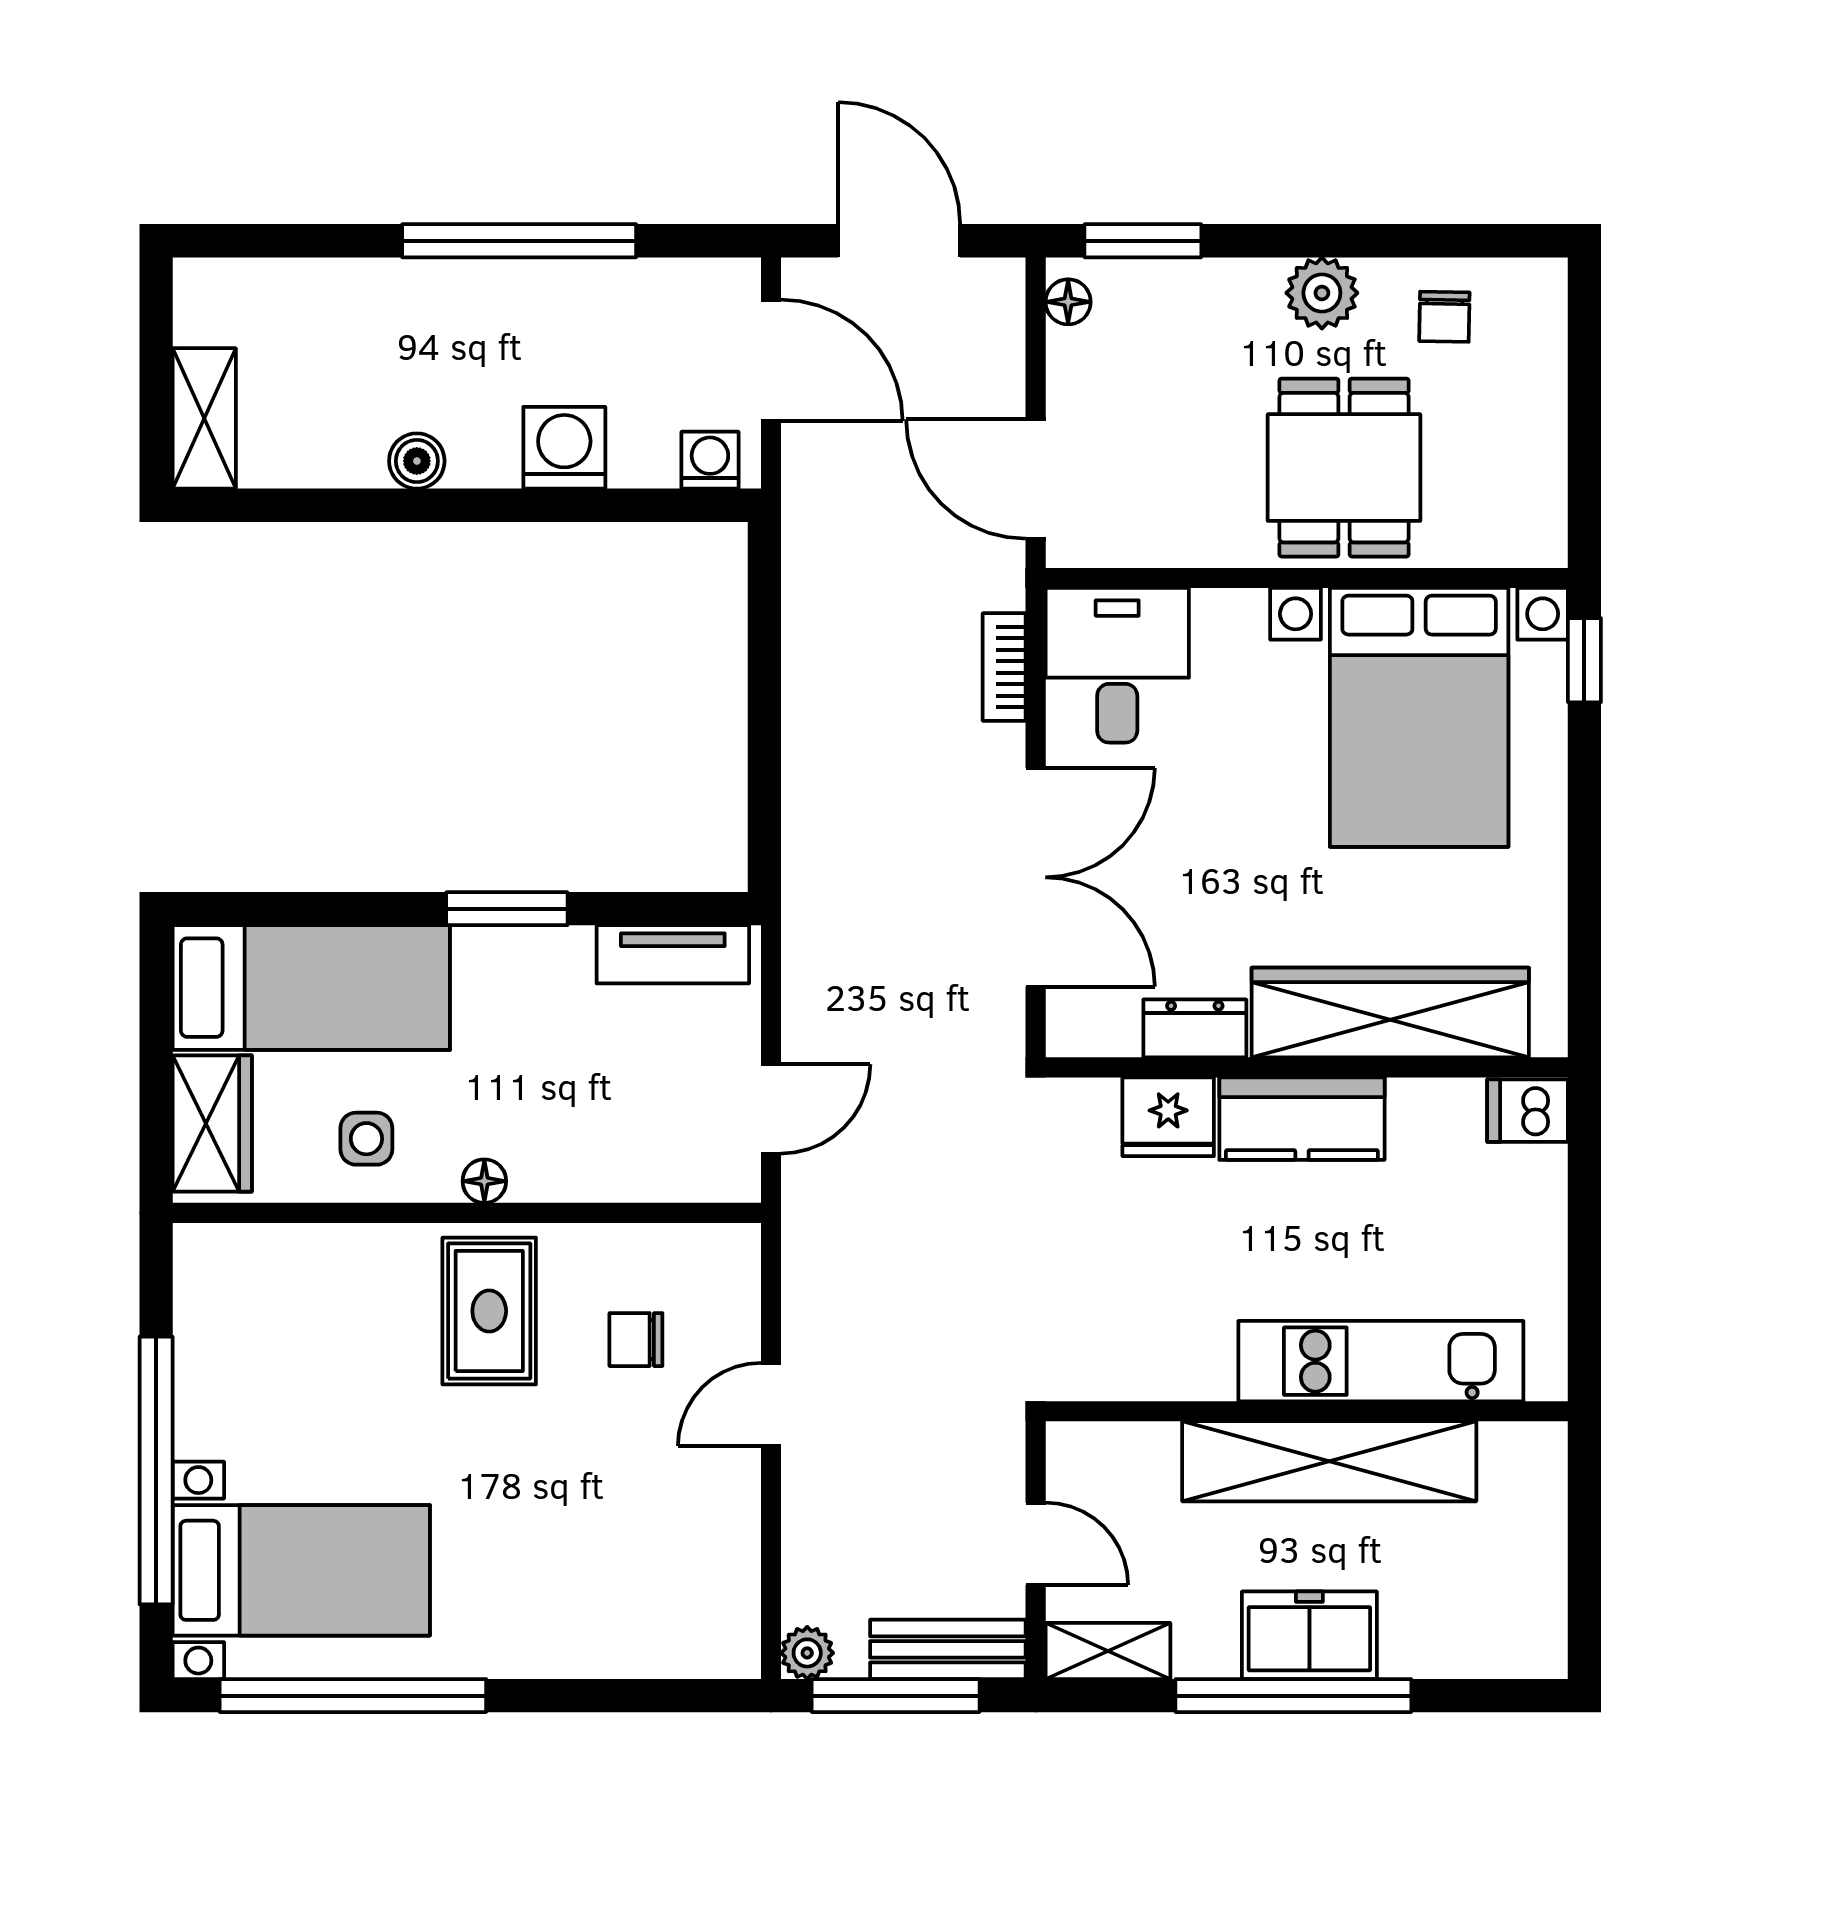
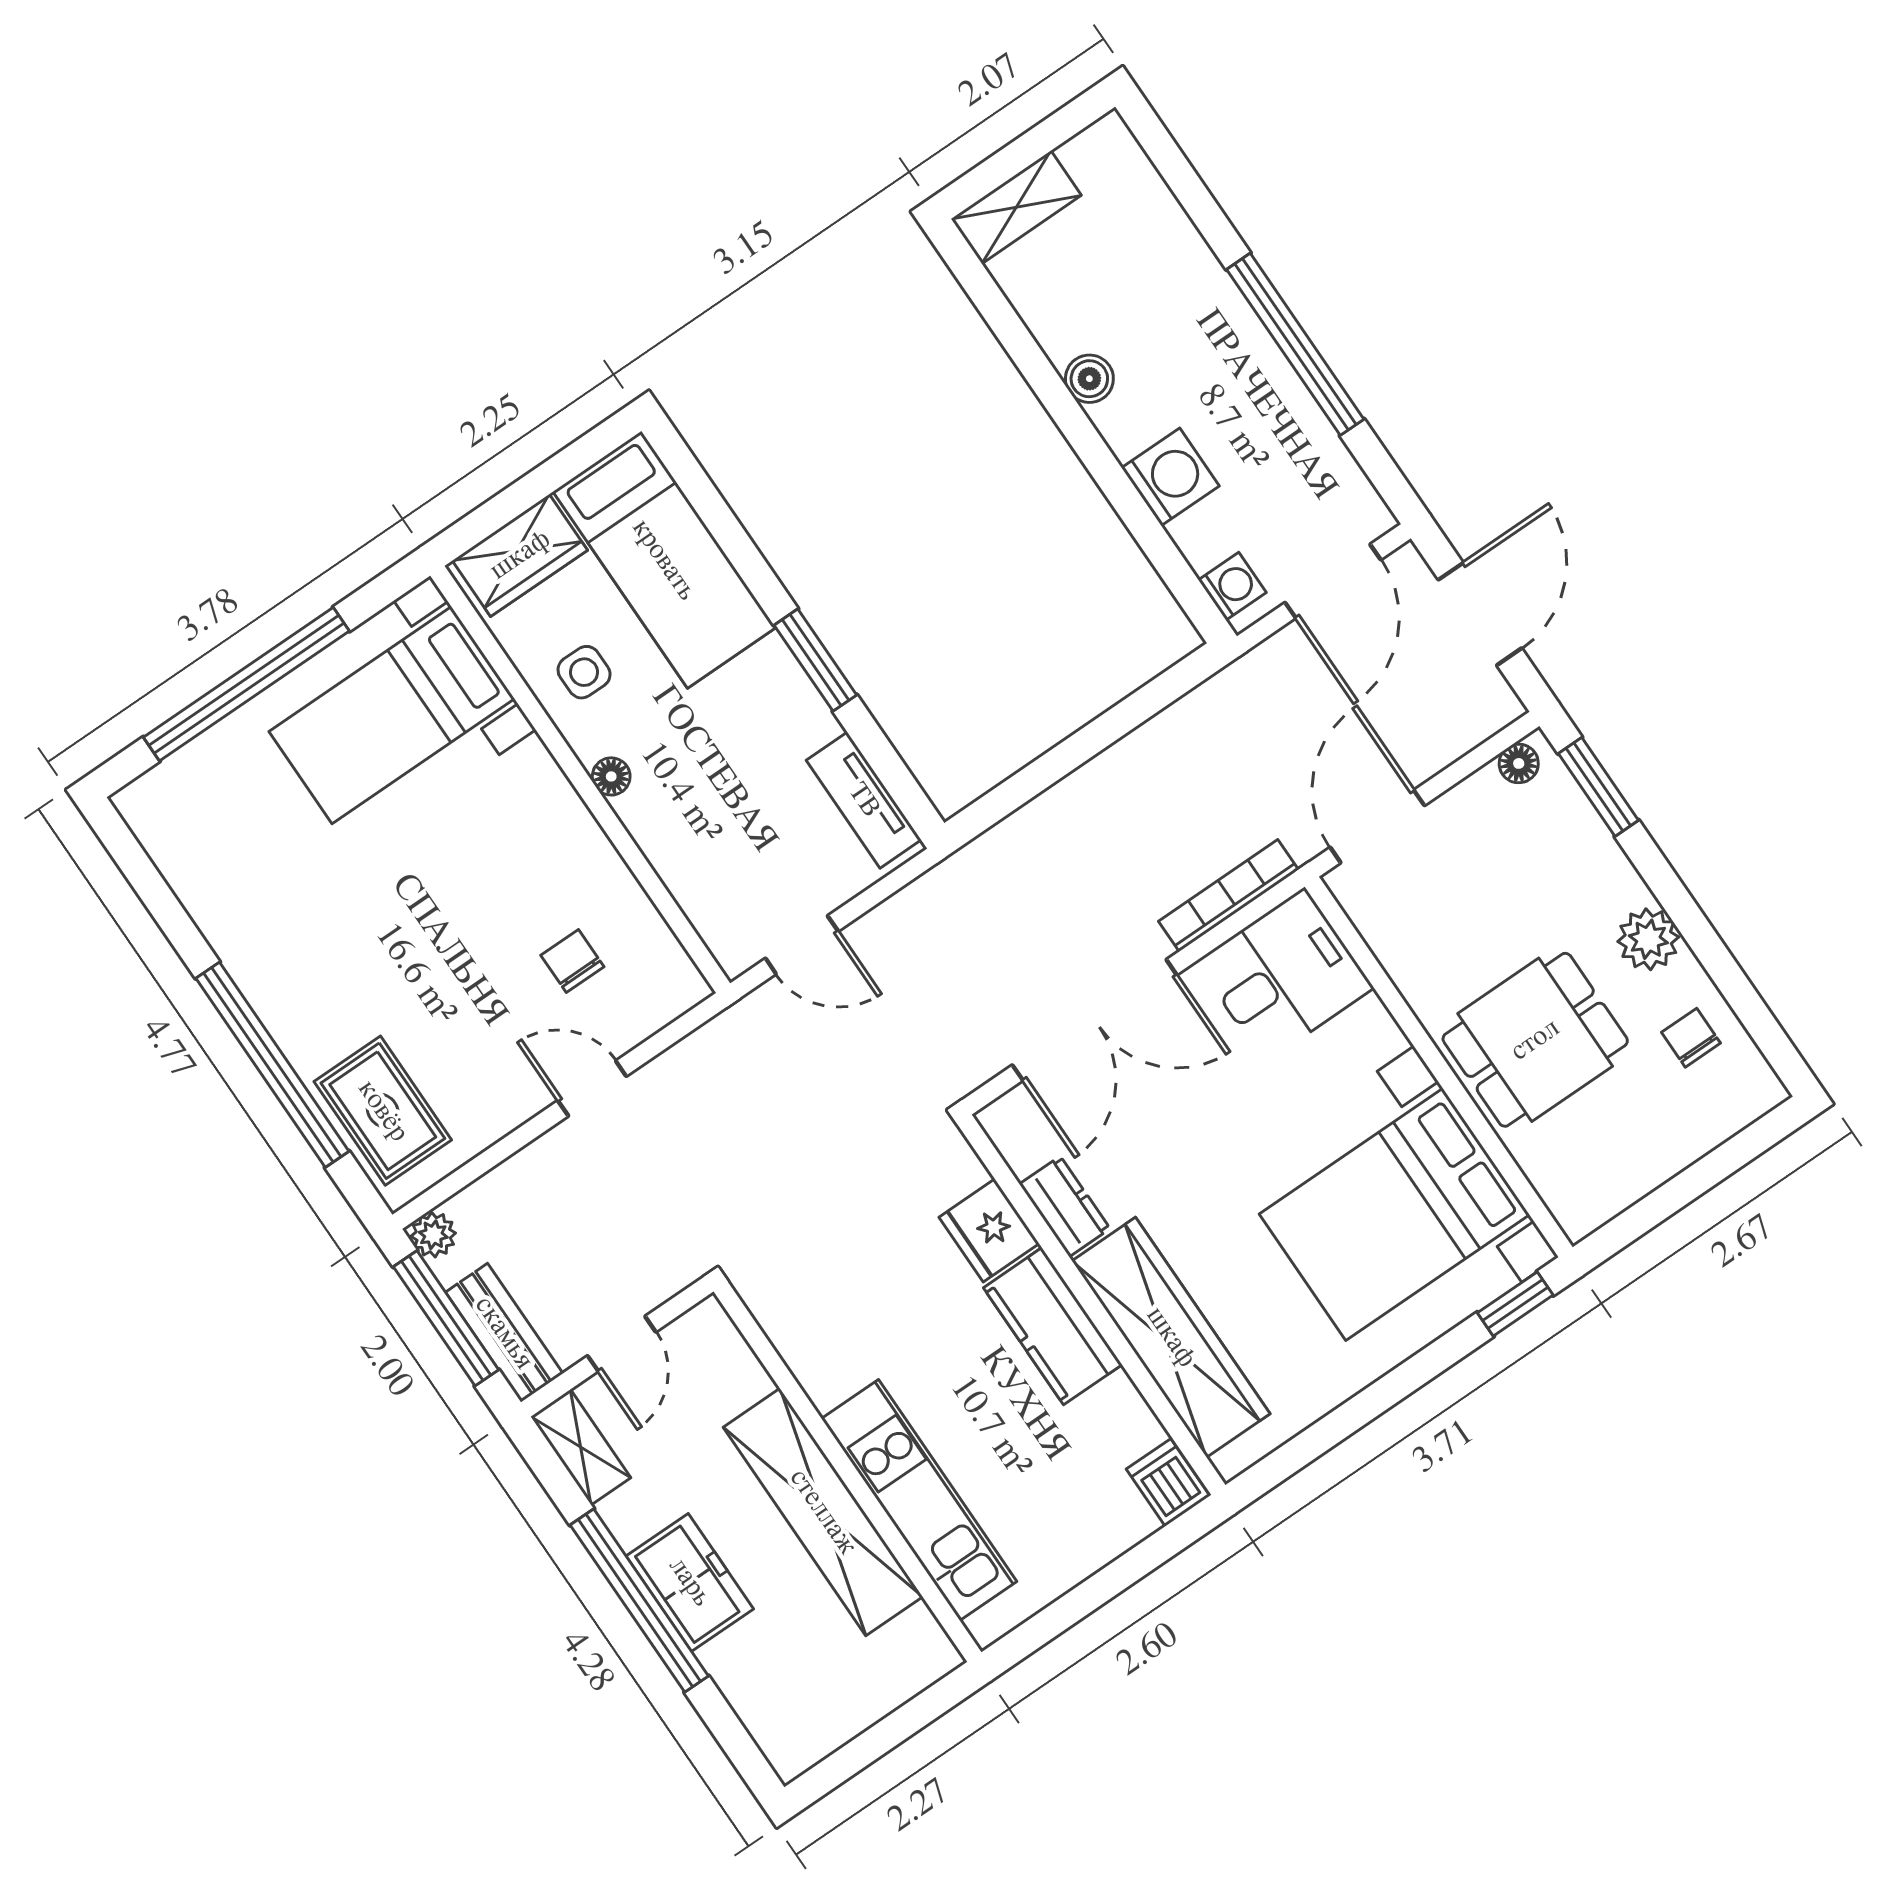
chair: (1444, 317) -> (1691, 1038), turned 89
bookcase: (1004, 667) -> (1229, 896), width x1.56
rug: (489, 1311) -> (383, 1111), moved, turned 90
bed with nightstands: (301, 1570) -> (392, 715), moved, turned 90
window: (353, 1696) -> (272, 1065), moved

